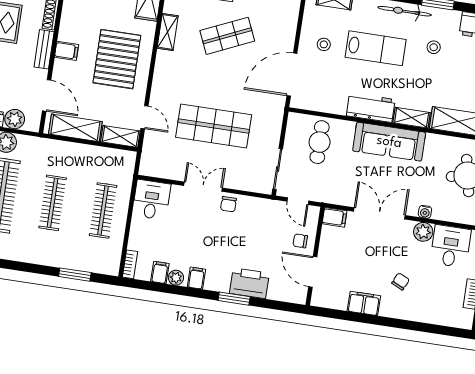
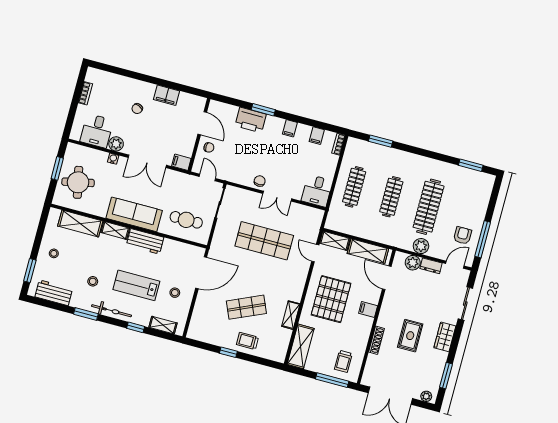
bench: (44, 49) -> (385, 312), removed
cafe table: (320, 142) -> (186, 220), turned 90
plant: (176, 278) -> (305, 130), removed

